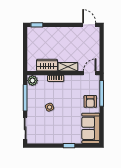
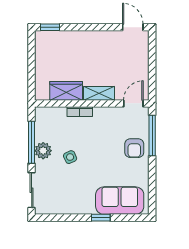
plant: (32, 80) -> (43, 151), moved
sofa: (91, 128) -> (120, 201), moved, turned 90

